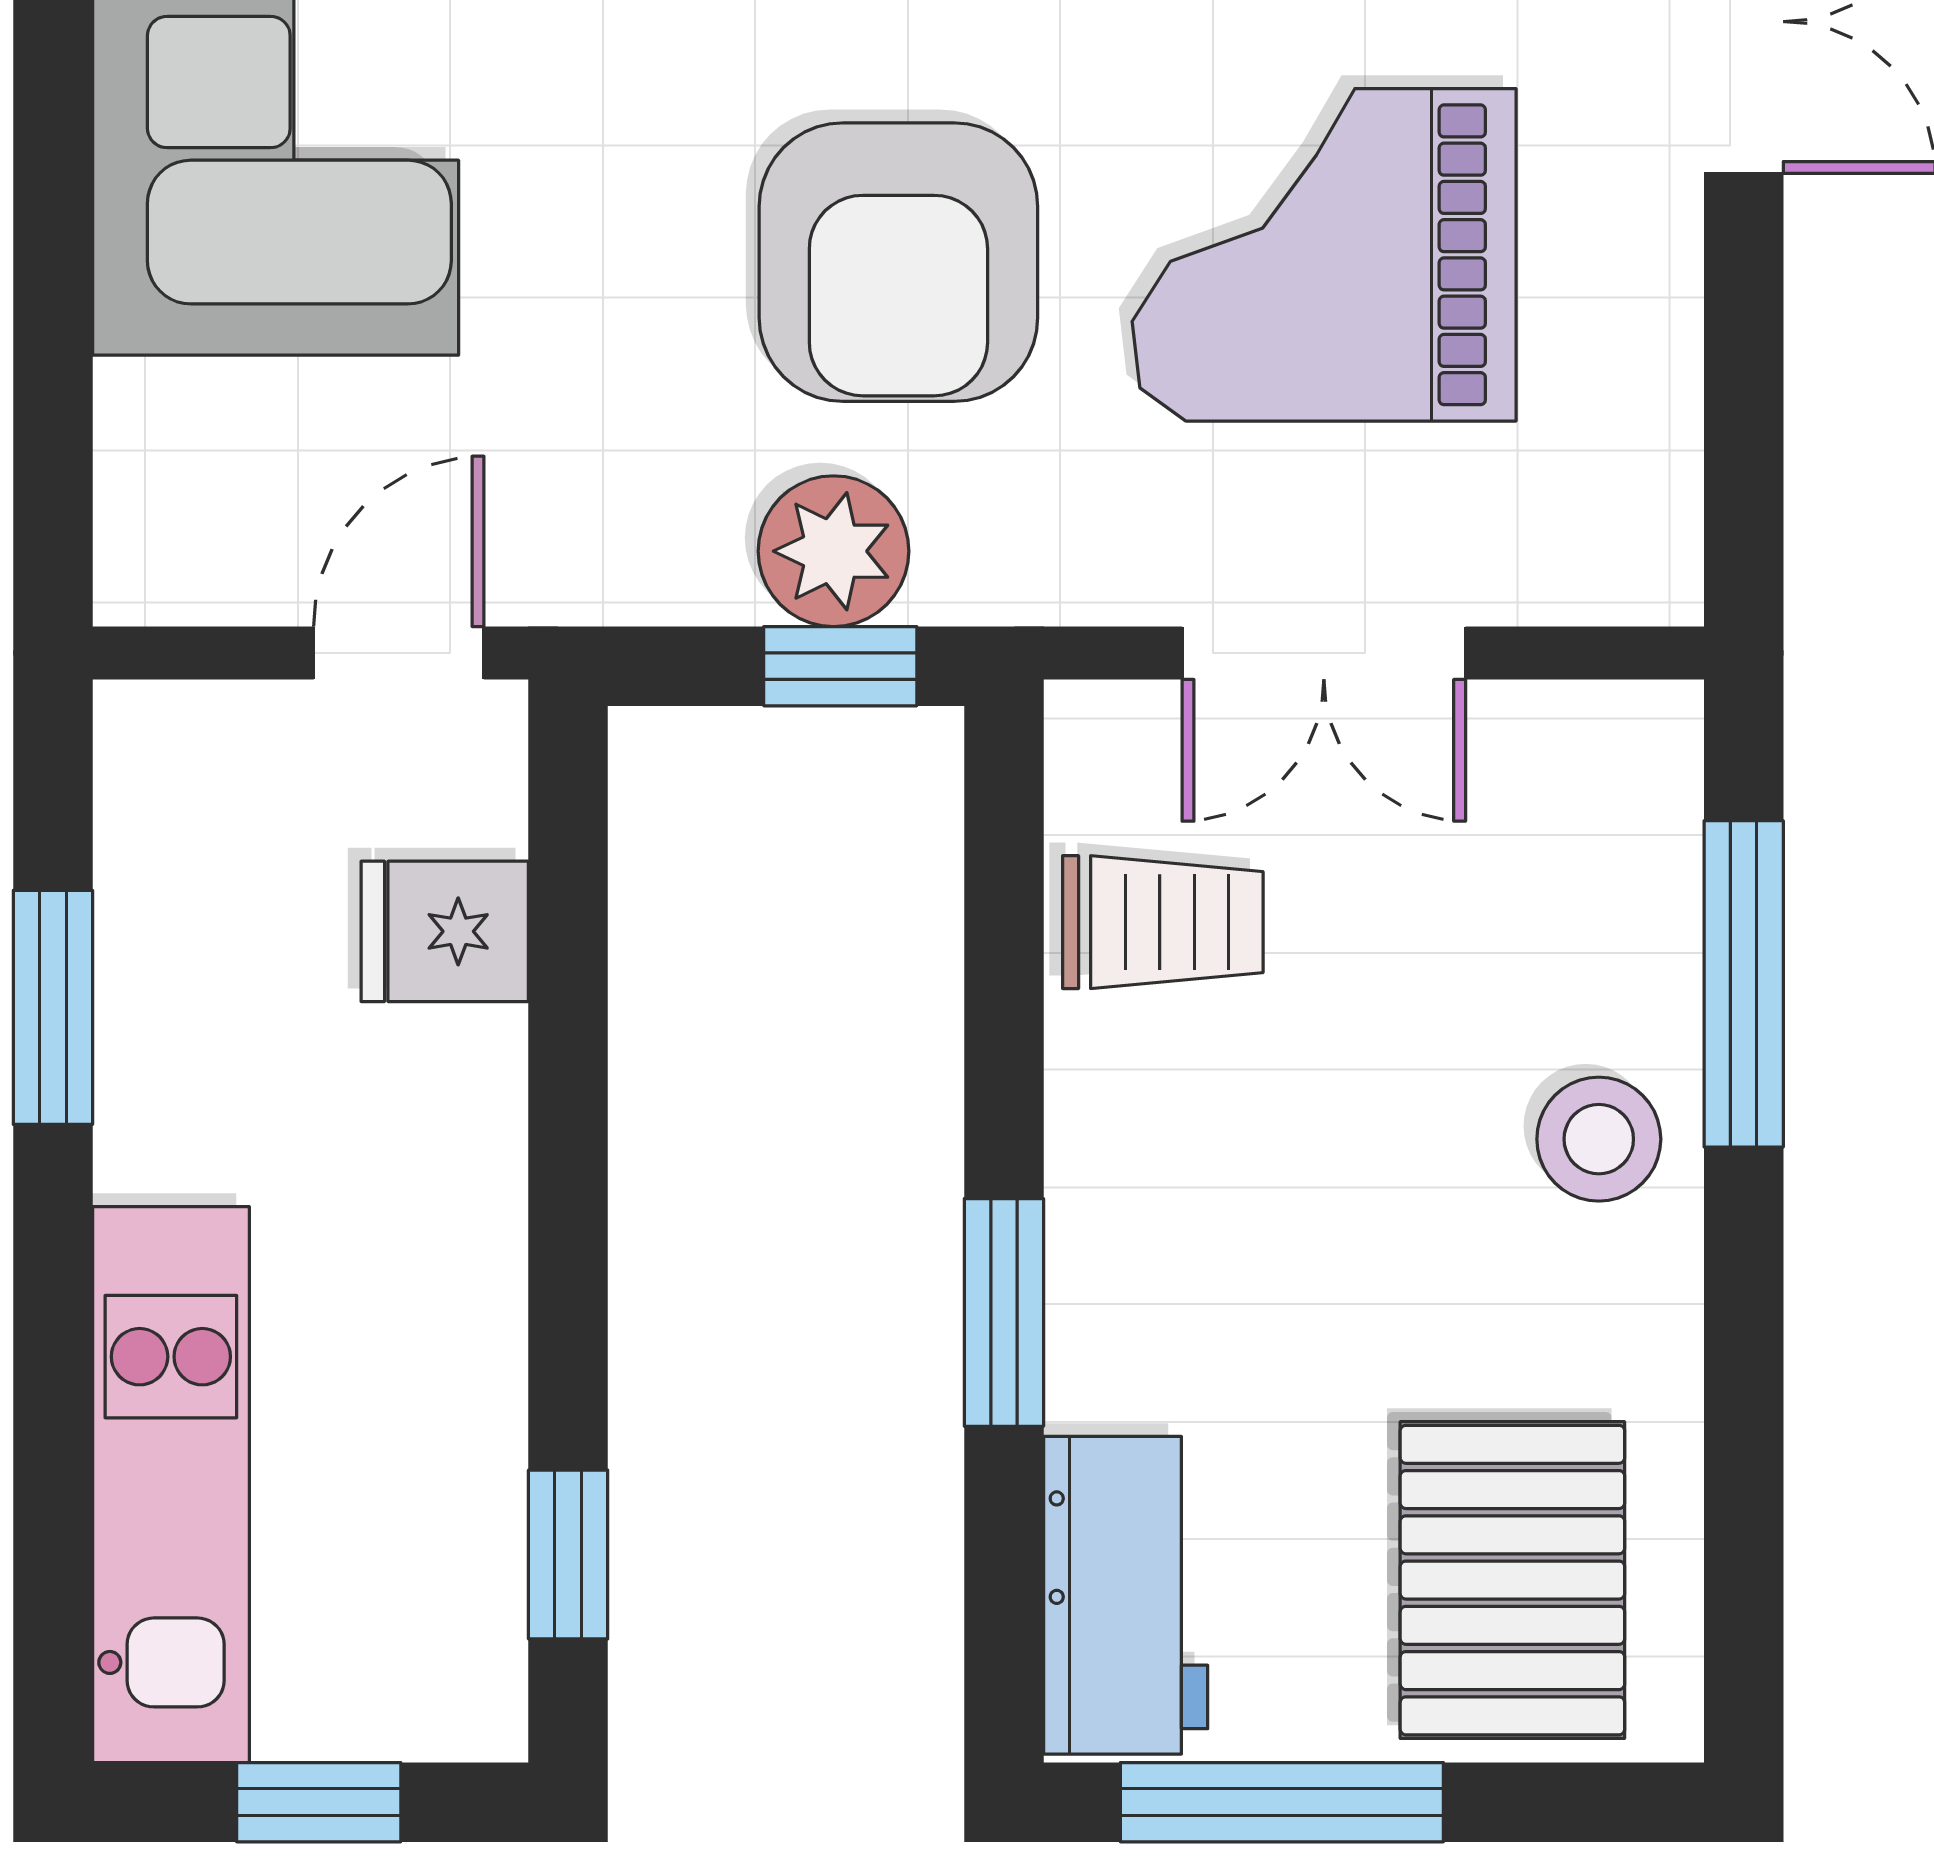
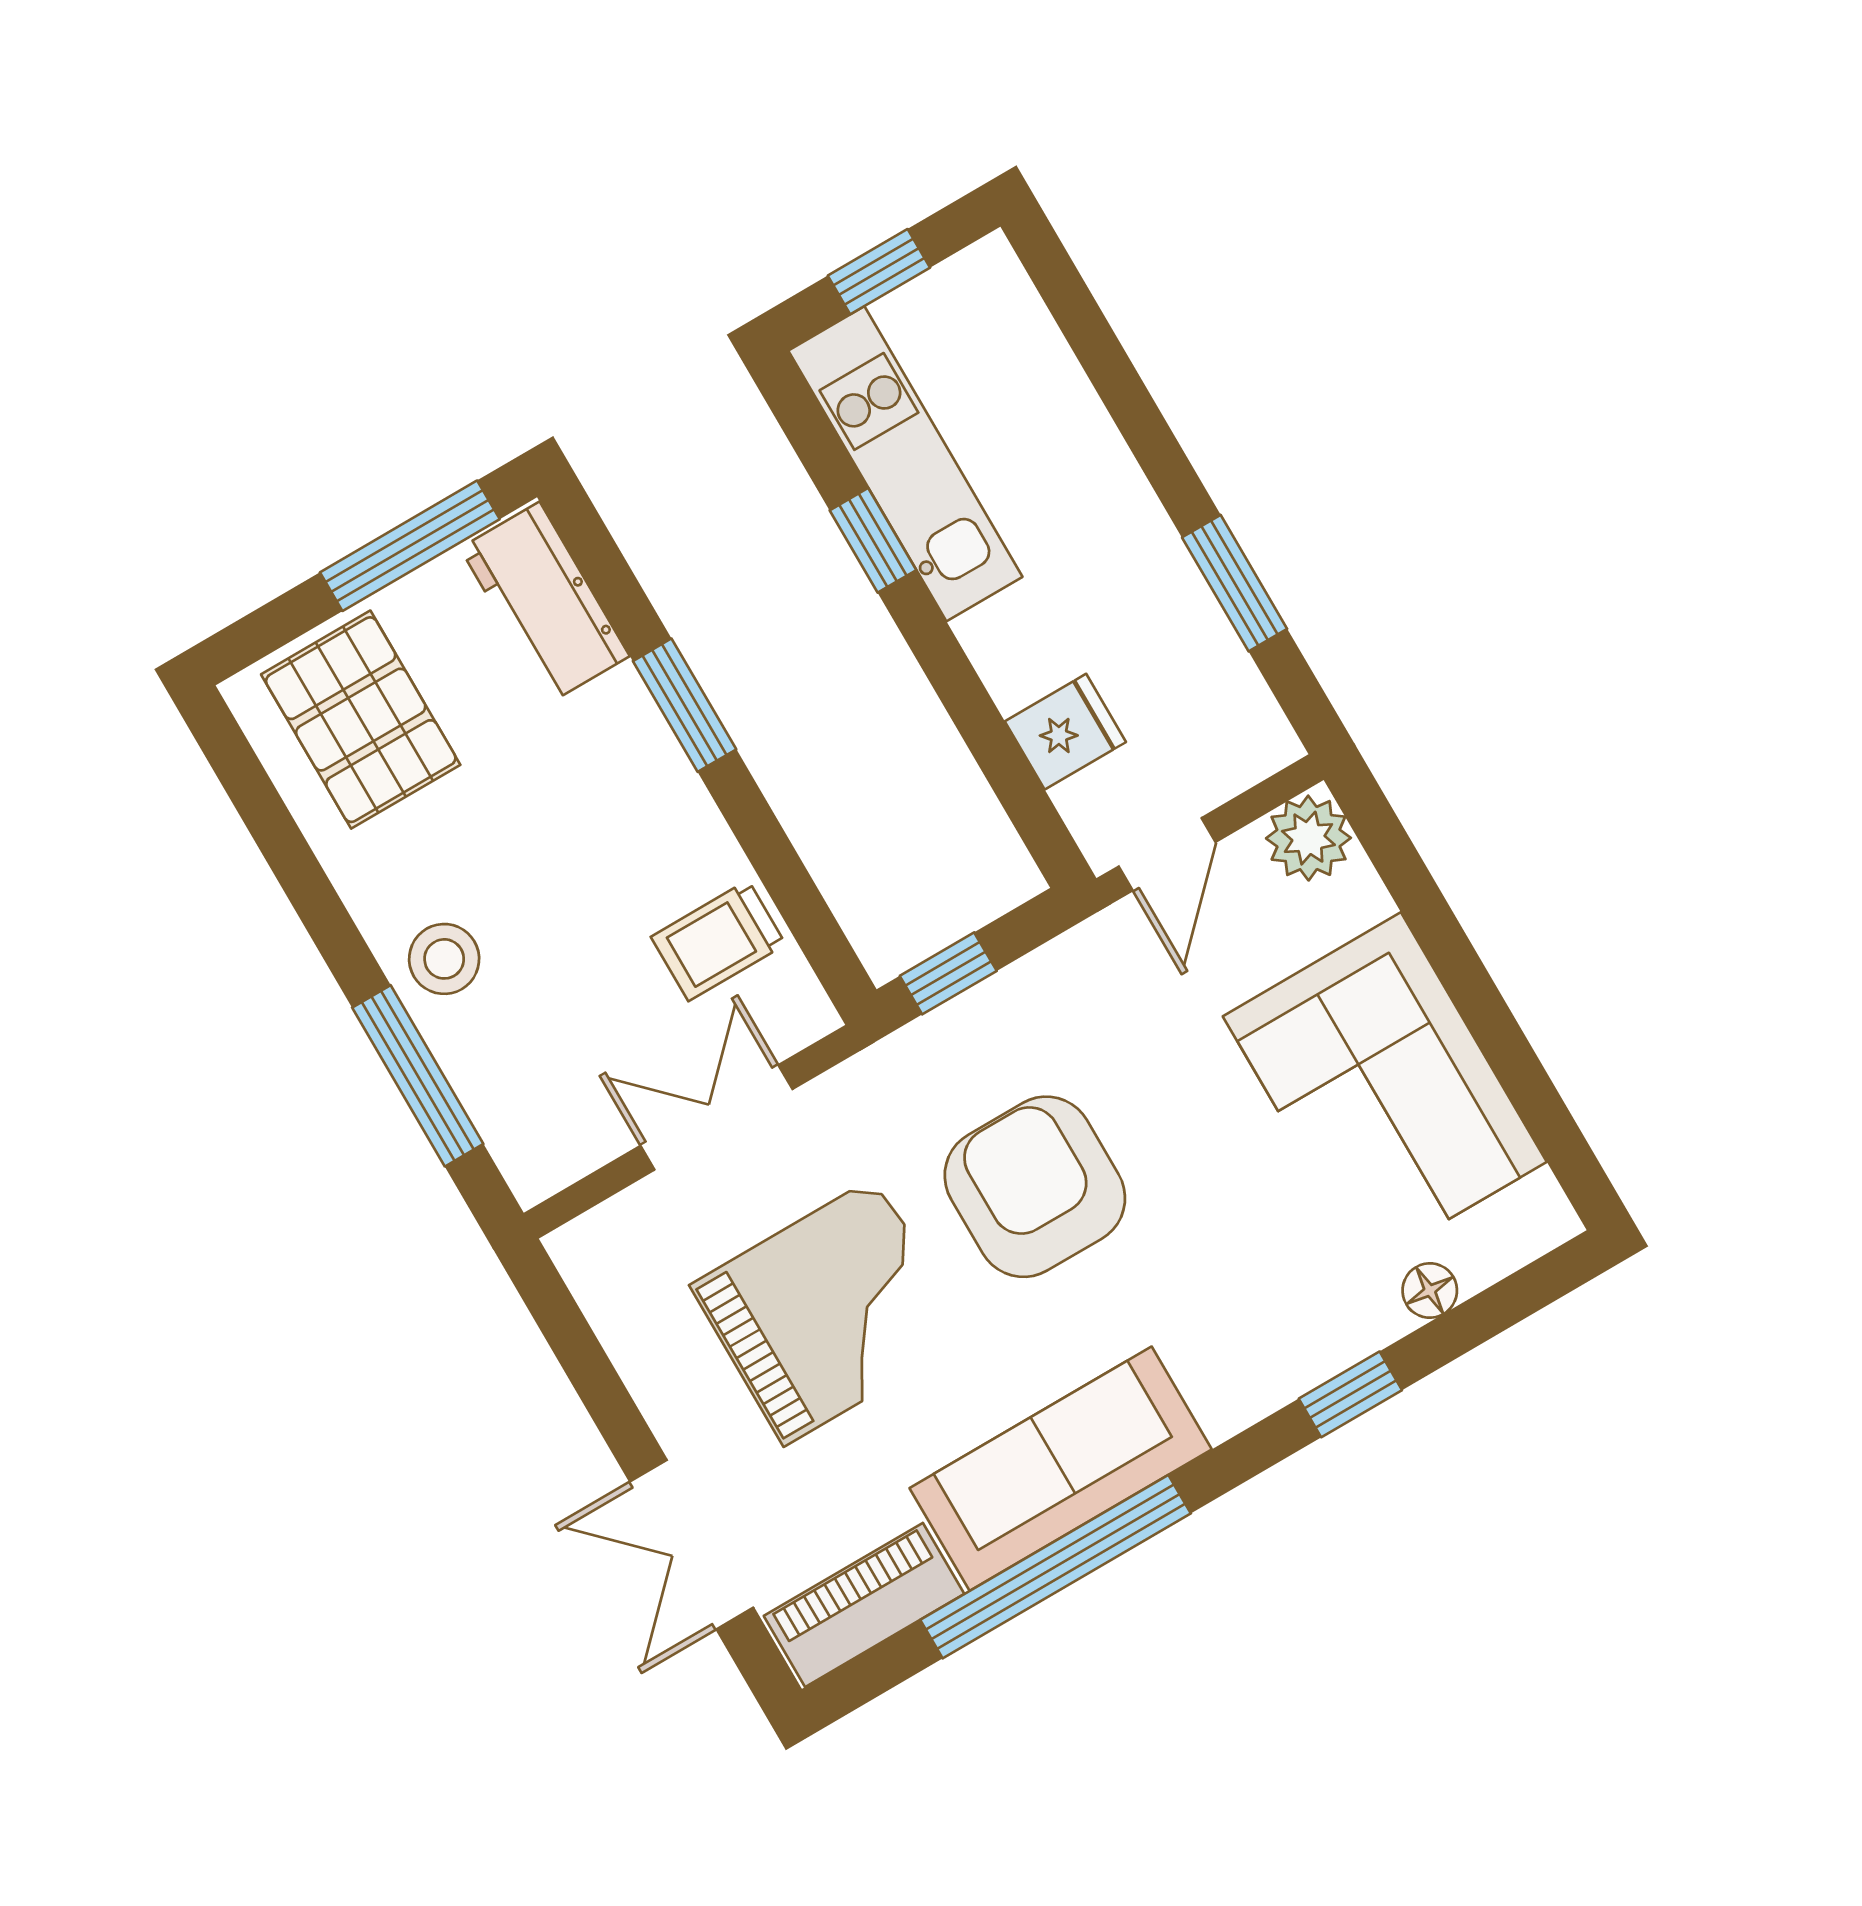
plant: (833, 551) -> (1308, 838), moved
kitchen unit: (171, 1485) -> (905, 464), moved, turned 180
window: (568, 1554) -> (873, 540), moved

